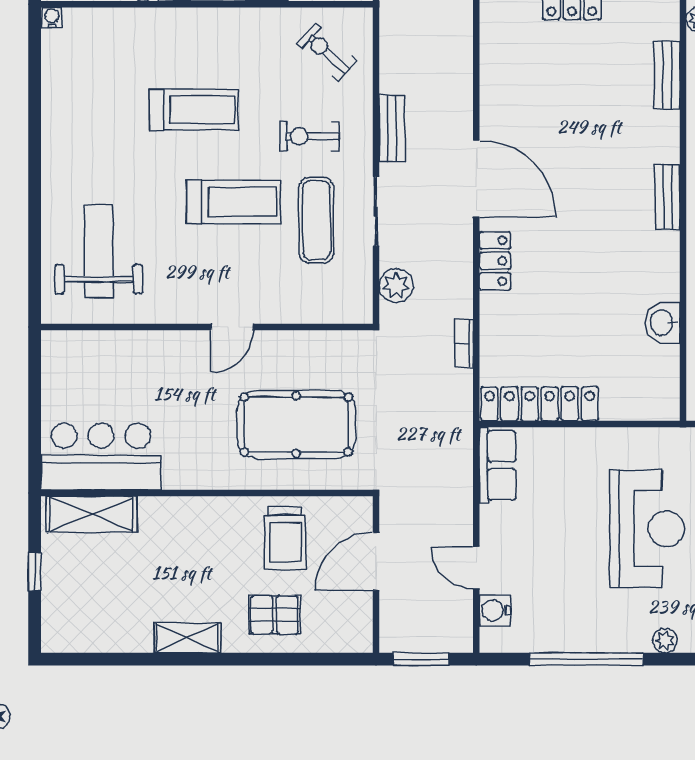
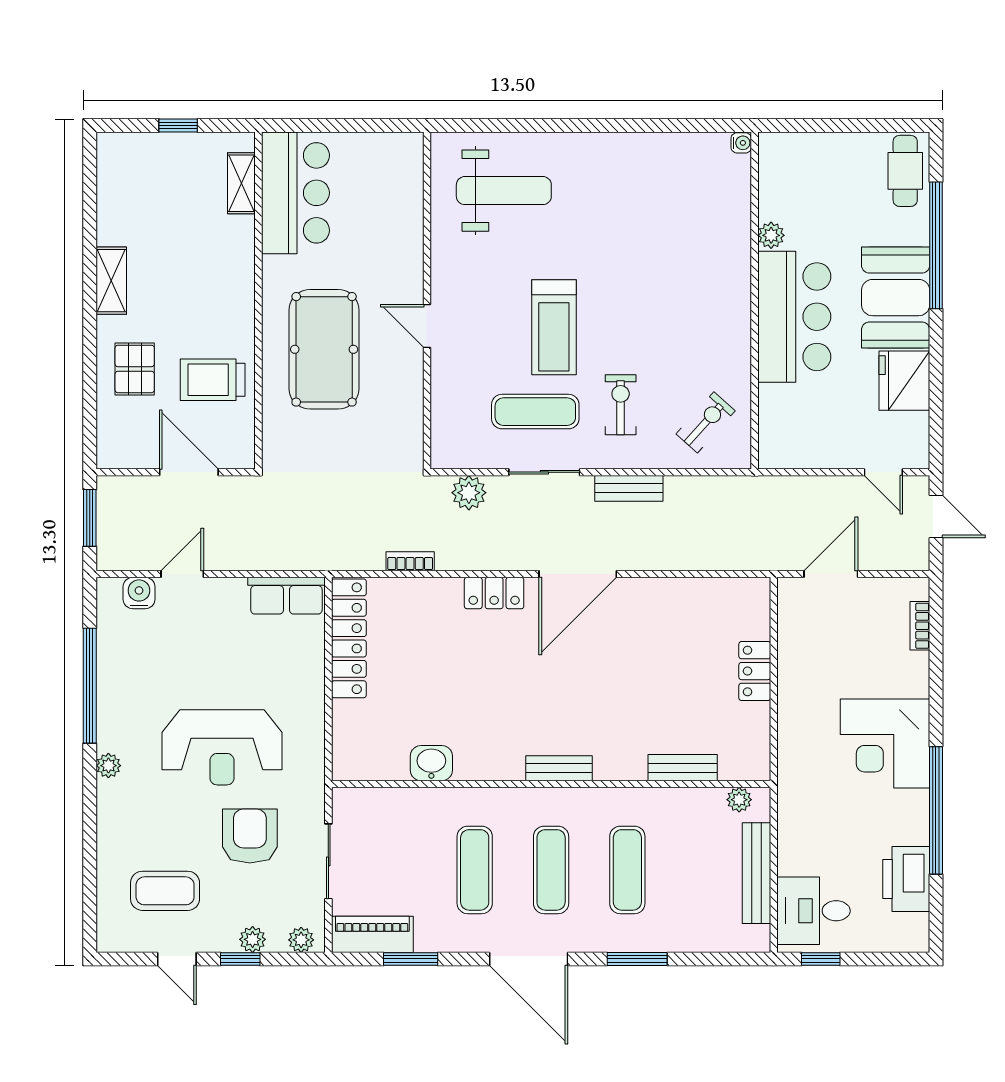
treadmill: (194, 110) -> (647, 287), removed
pool table: (296, 425) -> (324, 349), moved
shelving: (91, 514) -> (241, 183), width x0.67, depth x0.75

